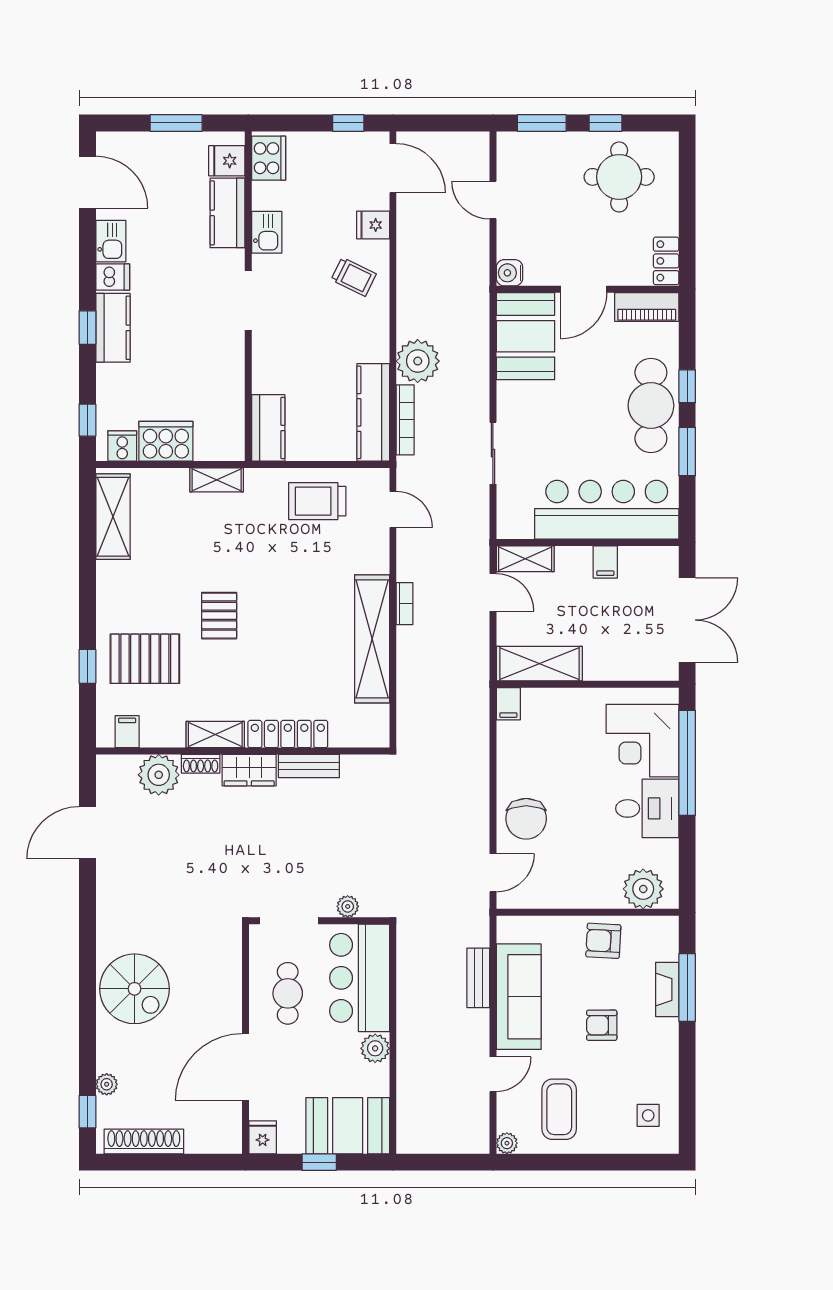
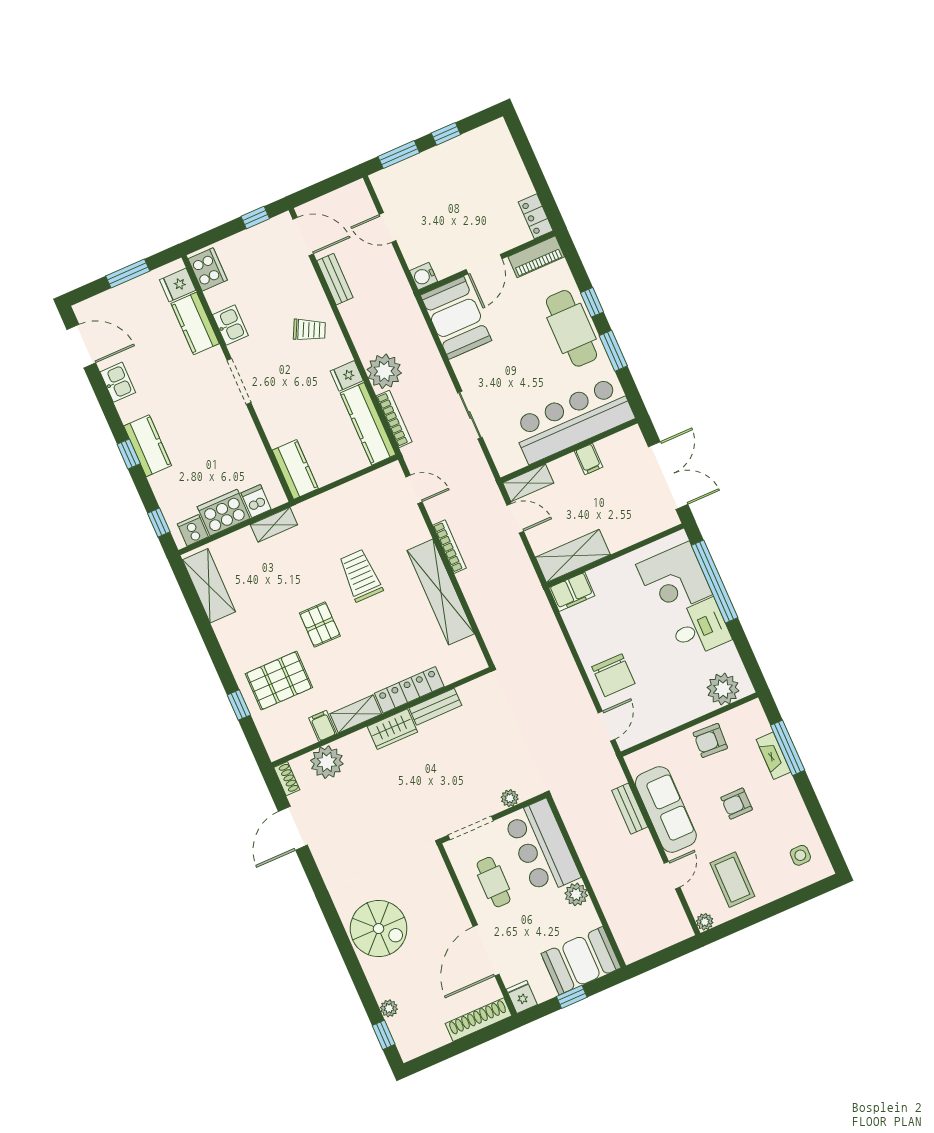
round table: (619, 177) -> (474, 169), removed
fridge: (373, 225) -> (347, 376), moved
bench: (408, 232) -> (335, 279), added
dishwasher: (113, 277) -> (256, 501), moved, turned -90
trolley: (317, 501) -> (361, 575), moved, turned 90
bookcase: (405, 604) -> (450, 547), width x1.56
filing cabinet: (508, 704) -> (572, 592), width x2.00
filing cabinet: (127, 732) -> (323, 726), moved
shoe rack: (201, 764) -> (287, 779), moved, turned -90
shoe rack: (144, 1141) -> (479, 1020), moved

